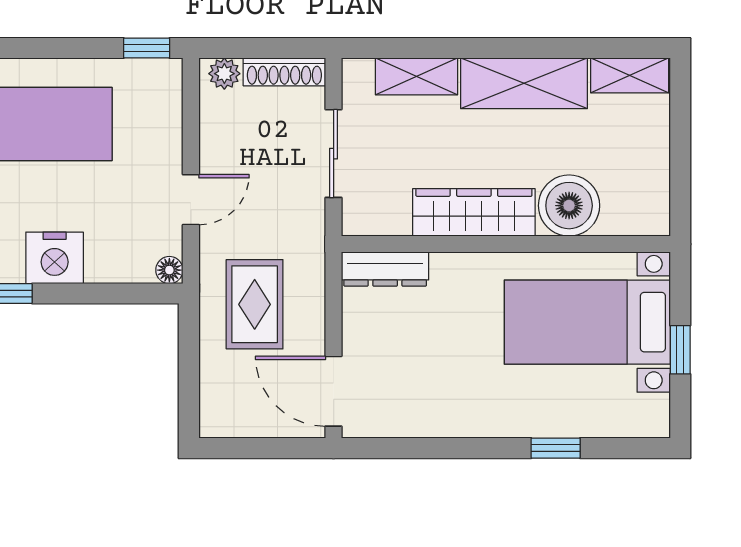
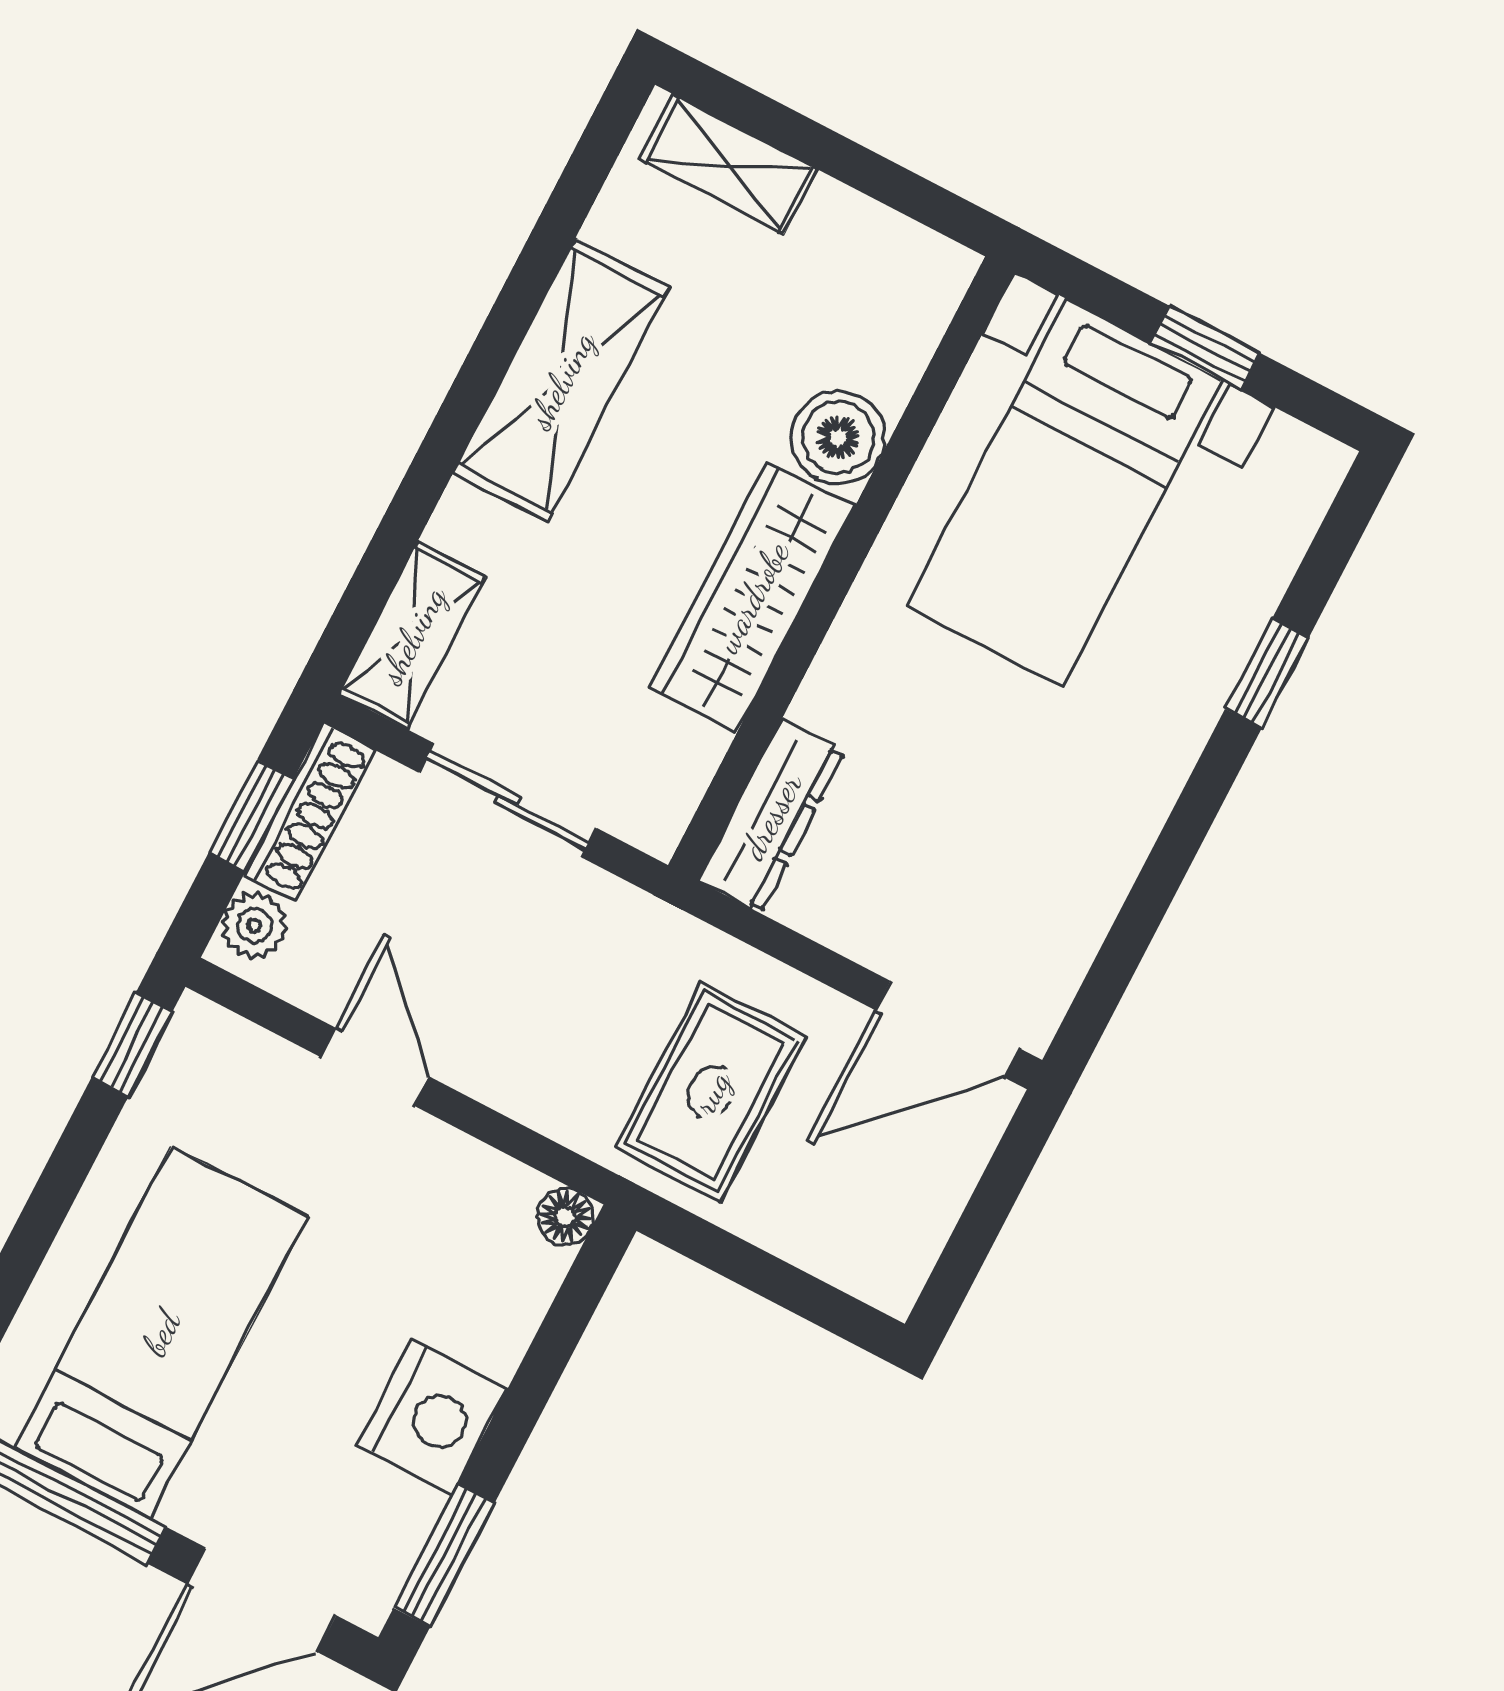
window: (270, 48) -> (251, 816), added
shelving: (630, 75) -> (728, 164), moved, turned 90
shelving: (416, 76) -> (412, 635), moved
door: (191, 200) -> (375, 1067), moved
boiler: (569, 206) -> (838, 438), width x0.73, depth x0.73
rug: (255, 304) -> (711, 1092), turned 90

